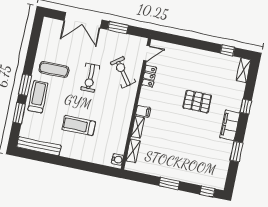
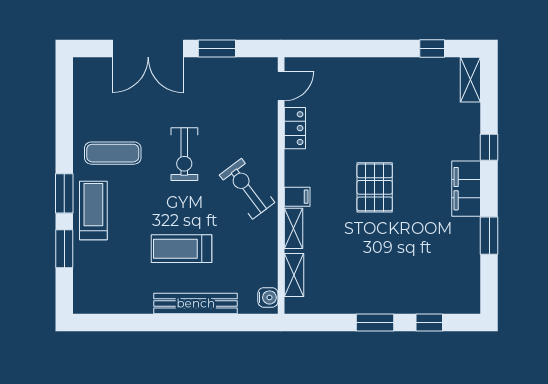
exercise bike: (123, 72) -> (247, 189), moved
pallet: (197, 102) -> (375, 187), moved, turned 90
bench: (39, 146) -> (196, 303), moved
window: (207, 192) -> (429, 322), moved

